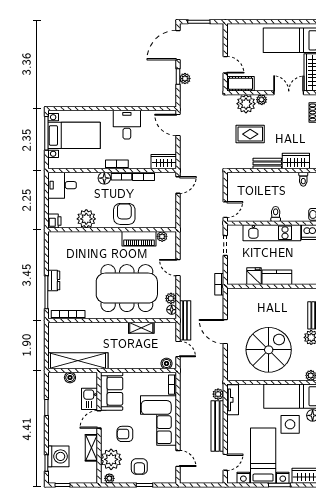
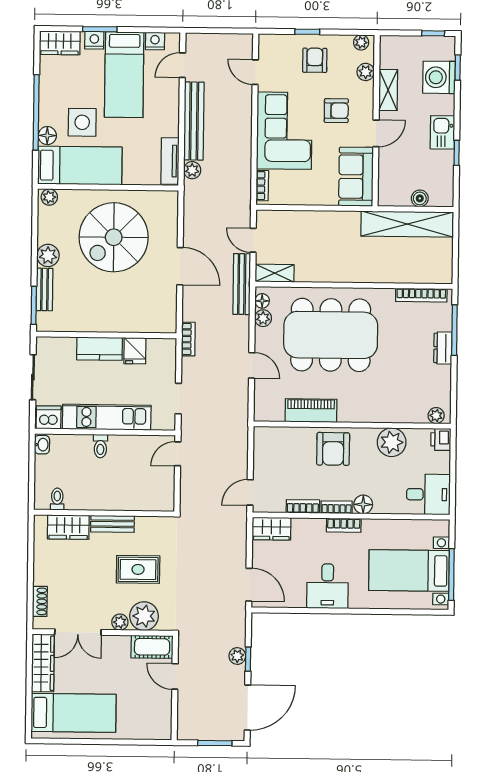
plant: (162, 236) -> (436, 416), moved
shelving: (141, 328) -> (275, 273), moved
boiler: (167, 364) -> (271, 218), removed
kitchen sink: (90, 399) -> (442, 132), moved, turned 180
plant: (111, 459) -> (366, 72), width x0.53, depth x0.53

